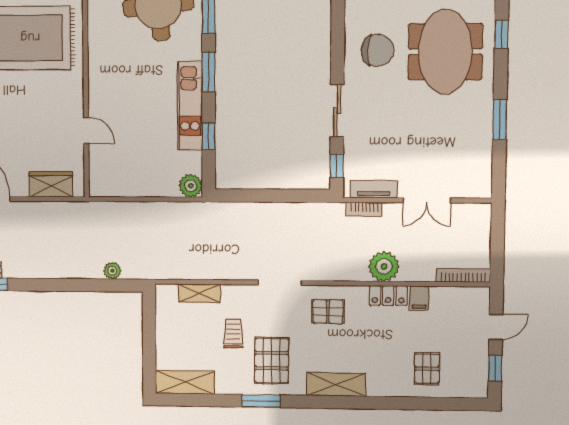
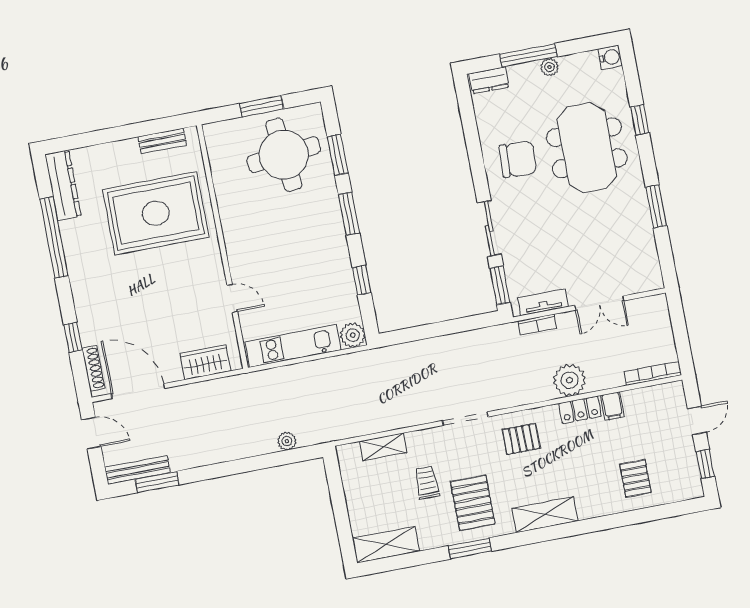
kitchen unit: (190, 106) -> (293, 346), moved, turned 90
window: (337, 166) -> (500, 285), width x1.50

